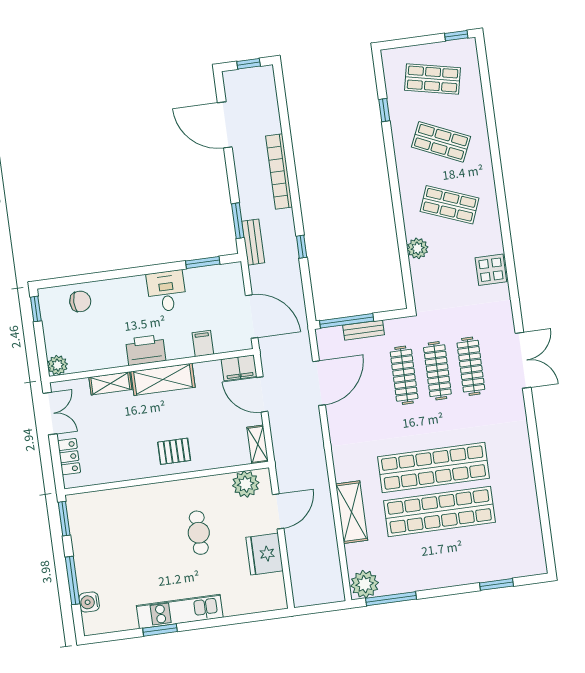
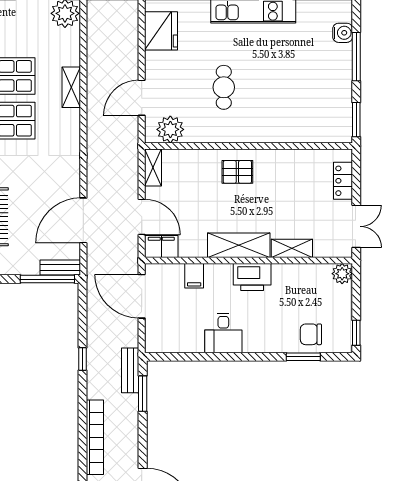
window: (203, 262) -> (303, 357), moved
bench: (364, 330) -> (60, 267), moved
double door: (50, 414) -> (356, 226), swing flipped
shelving: (352, 512) -> (71, 87), width x0.67, depth x0.75
fridge: (265, 554) -> (161, 31), moved

